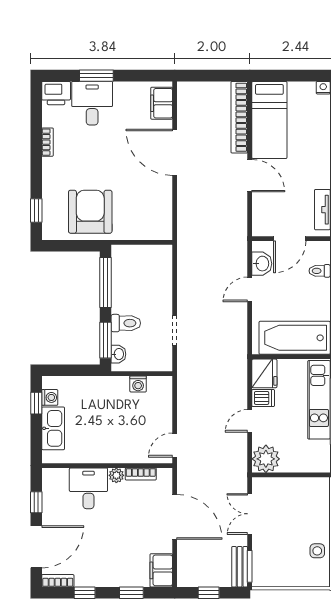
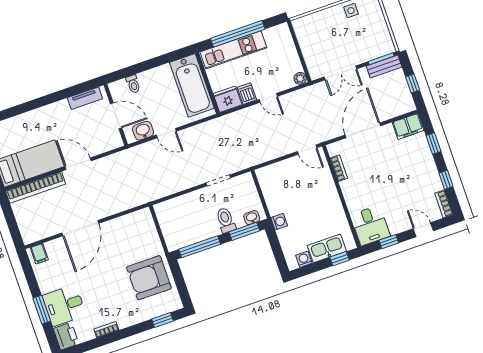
filing cabinet: (162, 103) -> (39, 254), width x0.50
door: (250, 176) -> (78, 164), hinge flipped
washing machine: (138, 384) -> (279, 222), moved
window: (36, 403) -> (340, 259), moved
plant: (266, 459) -> (300, 78), width x0.53, depth x0.53
plant: (116, 475) -> (346, 187), removed
desk: (88, 488) -> (370, 225), moved, turned -90
door: (36, 547) -> (423, 230), width x0.53

